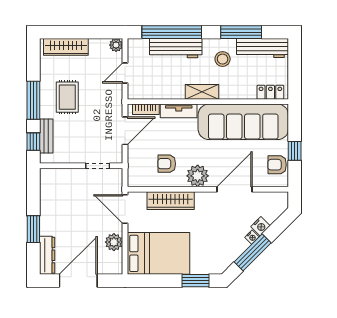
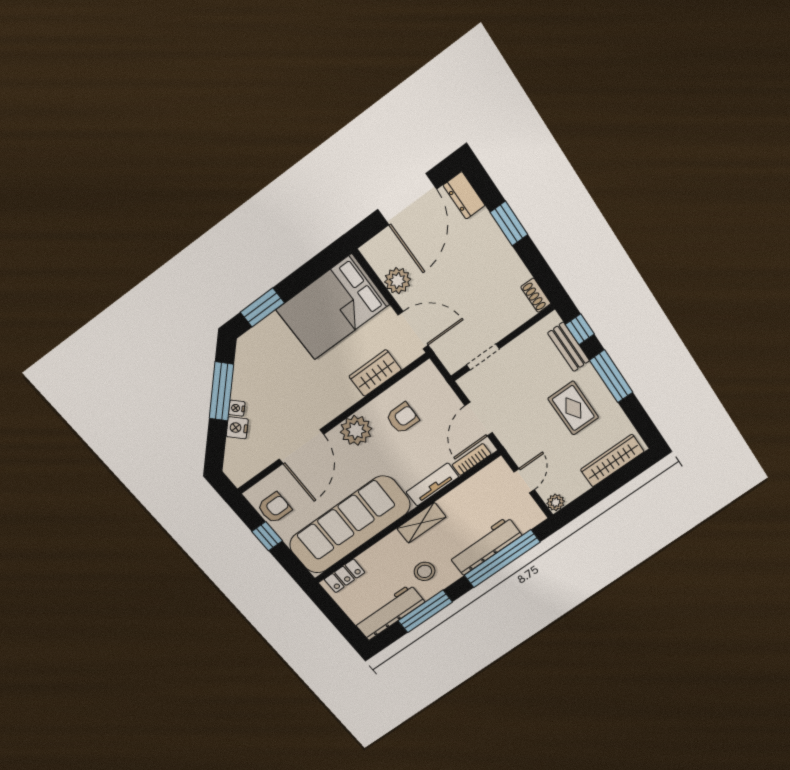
shoe rack: (45, 179) -> (536, 295), added
wardrobe: (171, 201) -> (375, 373), width x0.67
dresser: (47, 255) -> (464, 195), width x0.70

